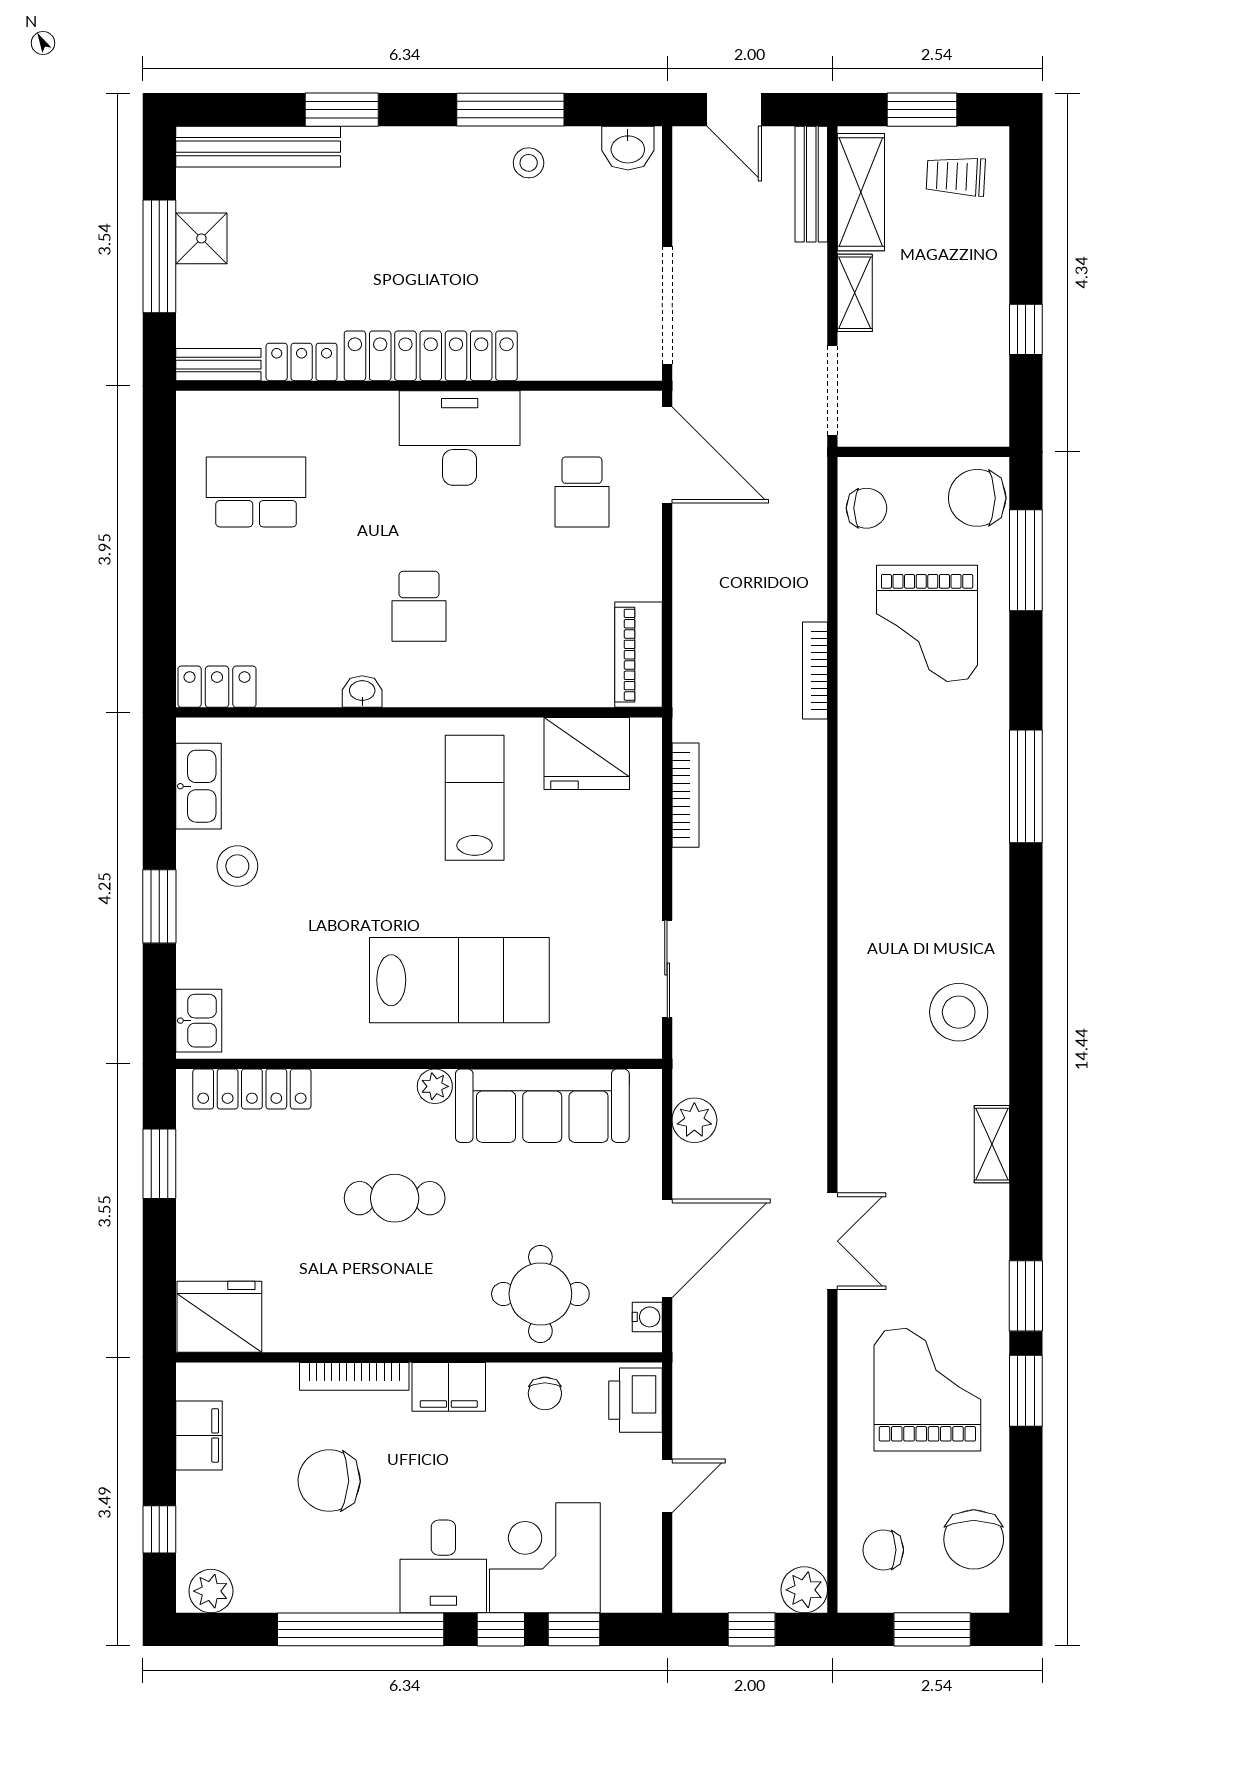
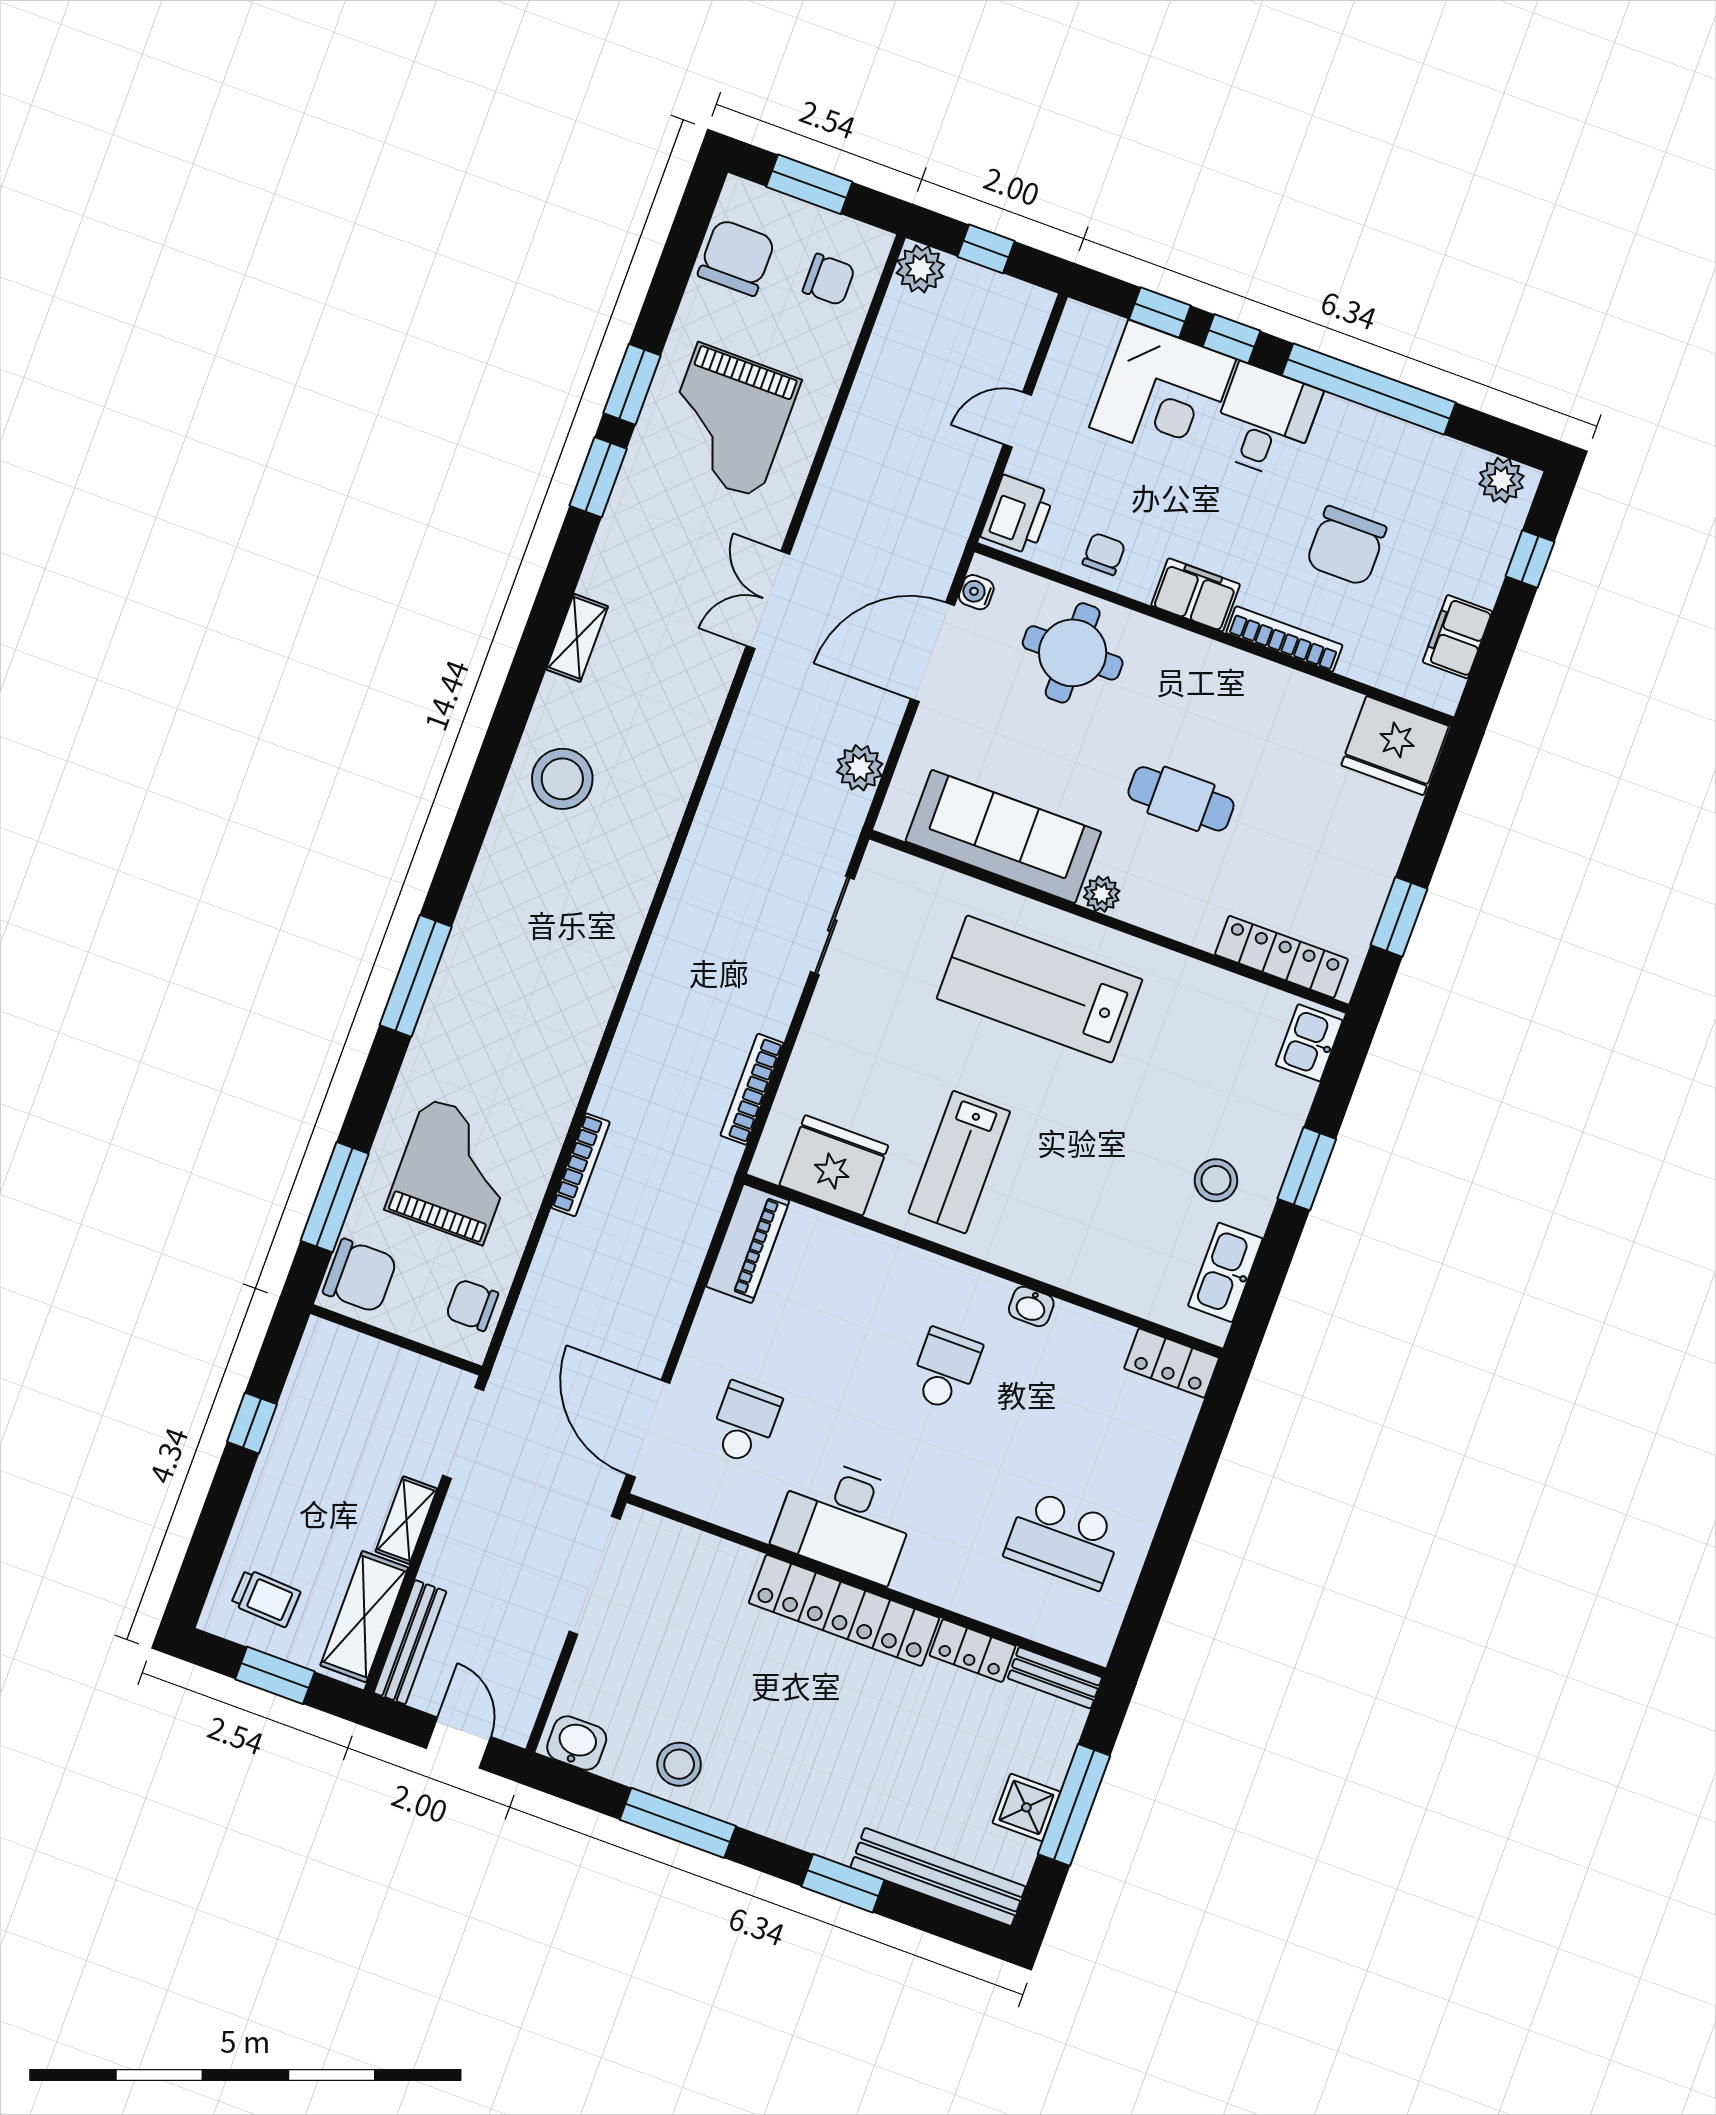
stool: (529, 163) -> (679, 1764), width x1.37, depth x1.37
chair: (329, 1481) -> (1346, 546), turned 88

